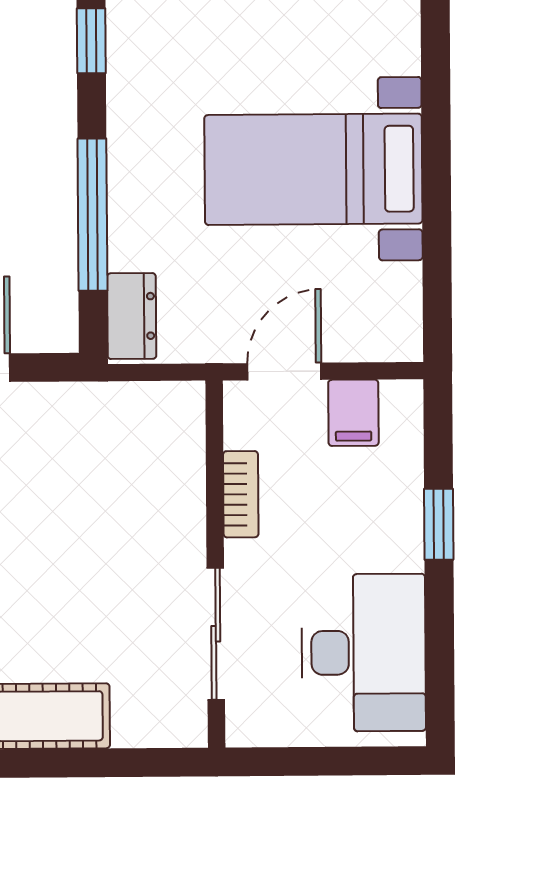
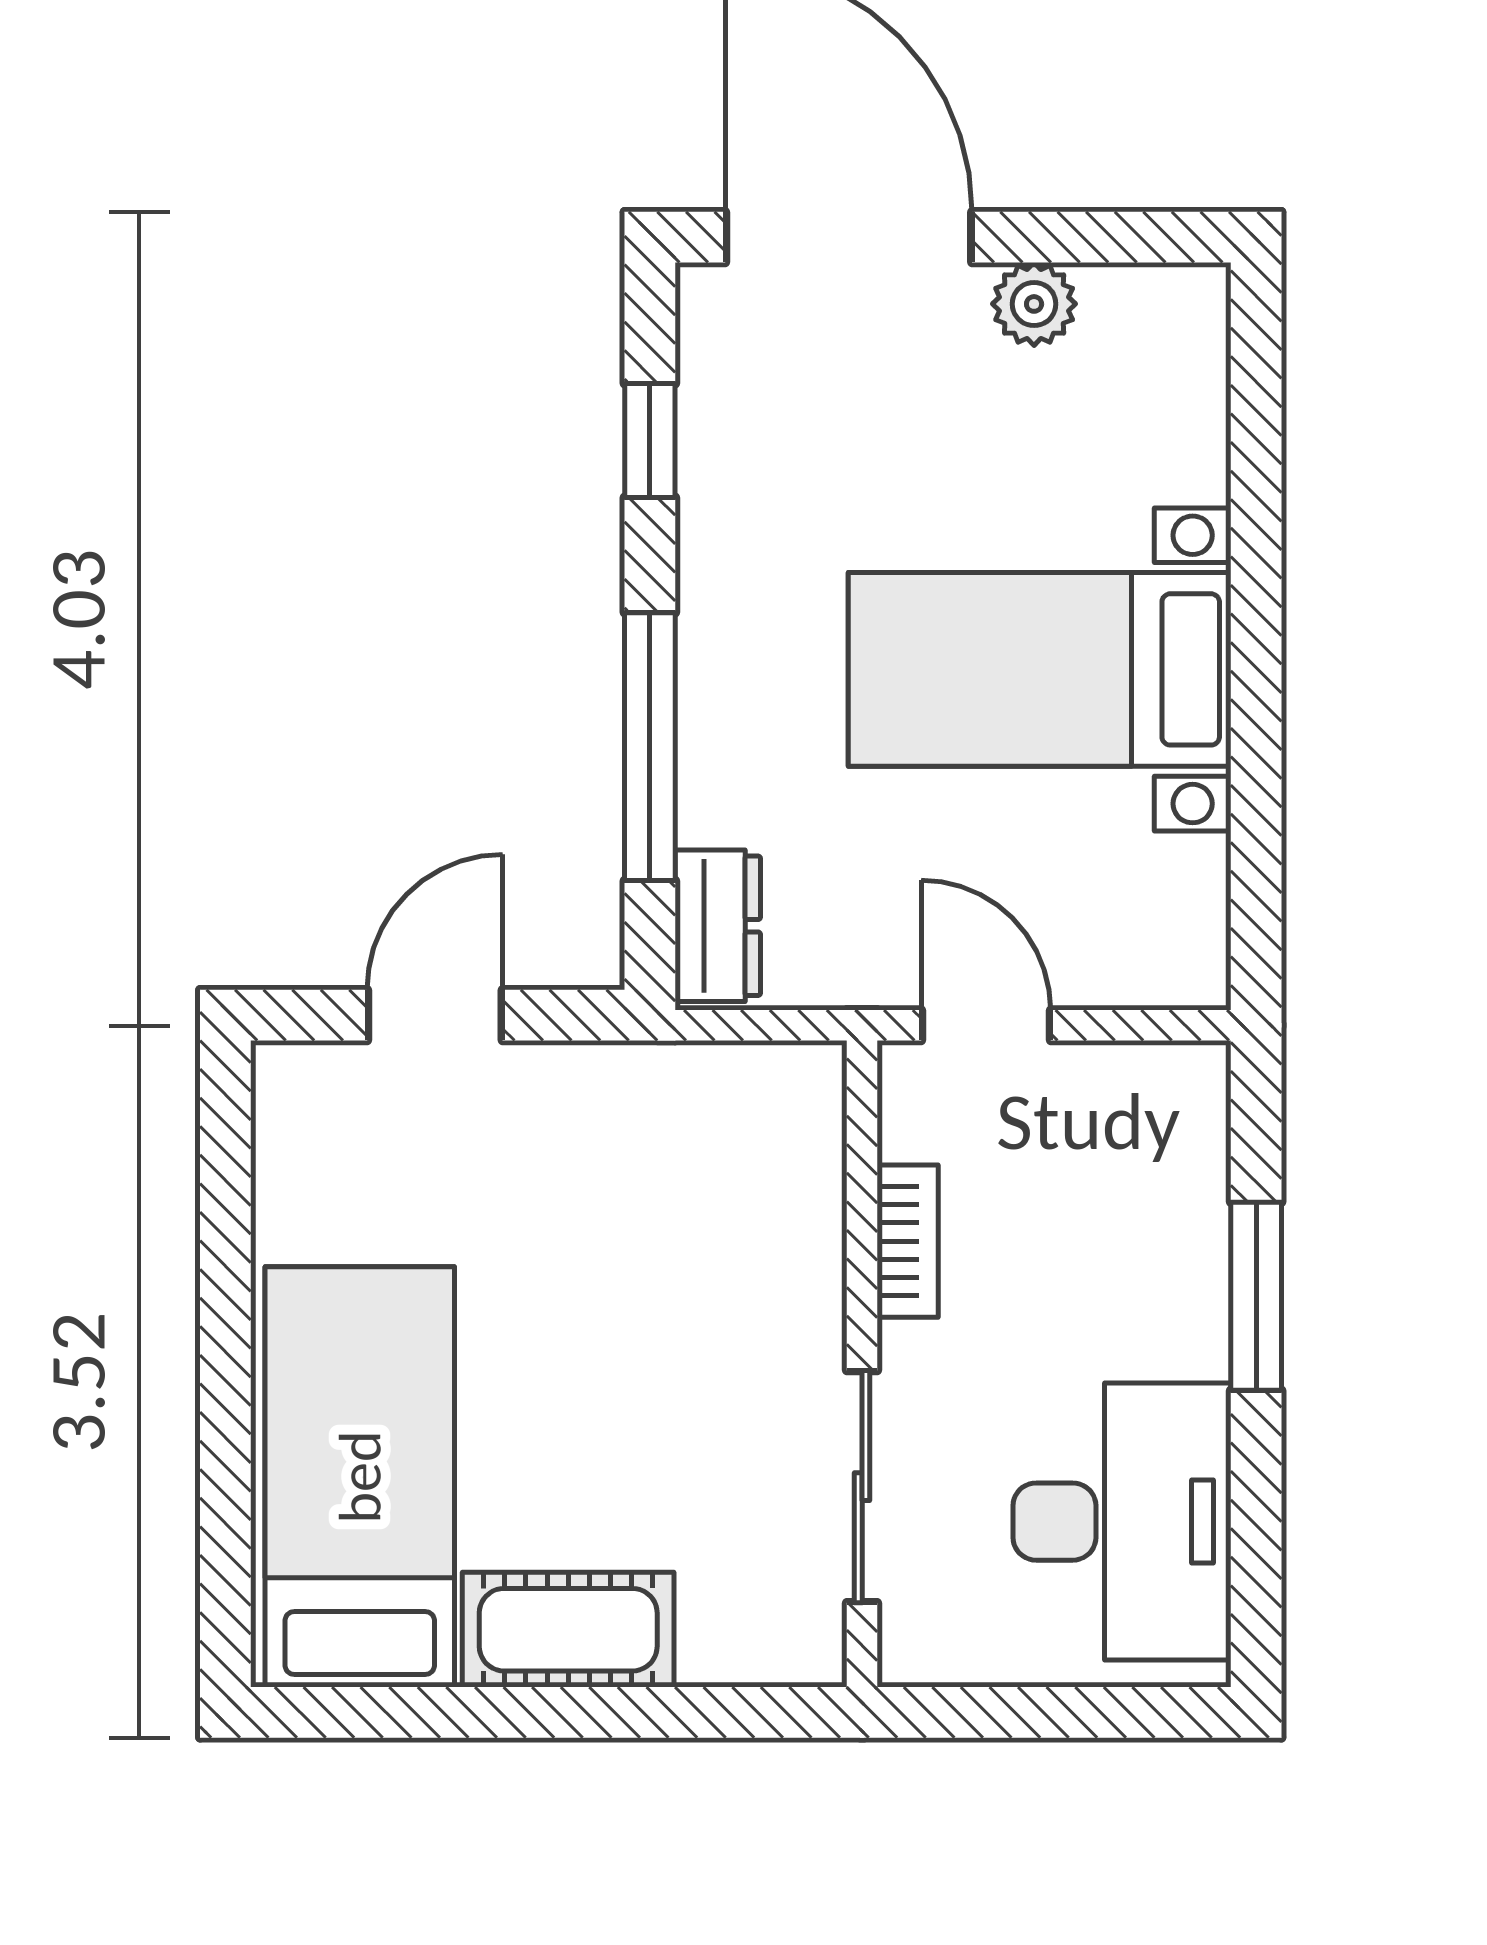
door: (284, 371) -> (986, 1025), hinge flipped
filing cabinet: (353, 413) -> (1107, 1099), removed
window: (439, 524) -> (1256, 1296), width x1.50

